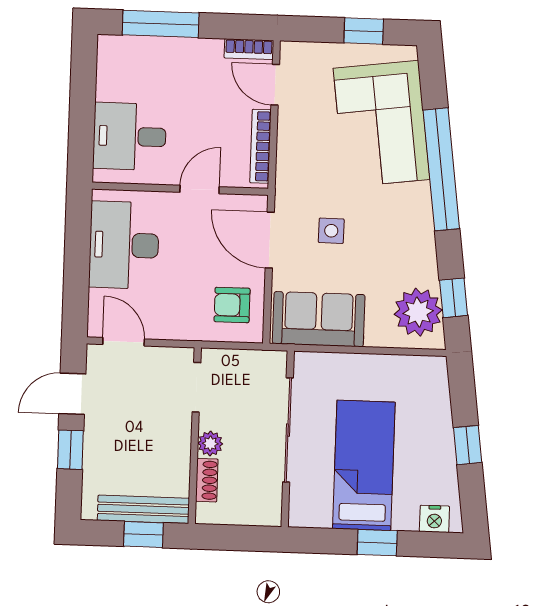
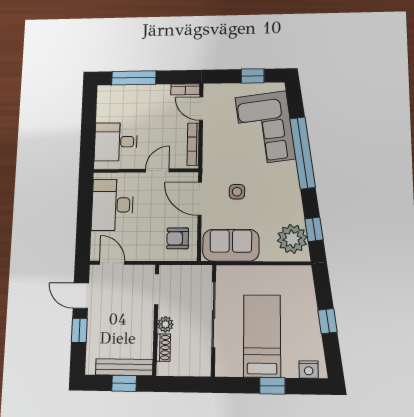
door: (72, 394) -> (81, 296), hinge flipped

